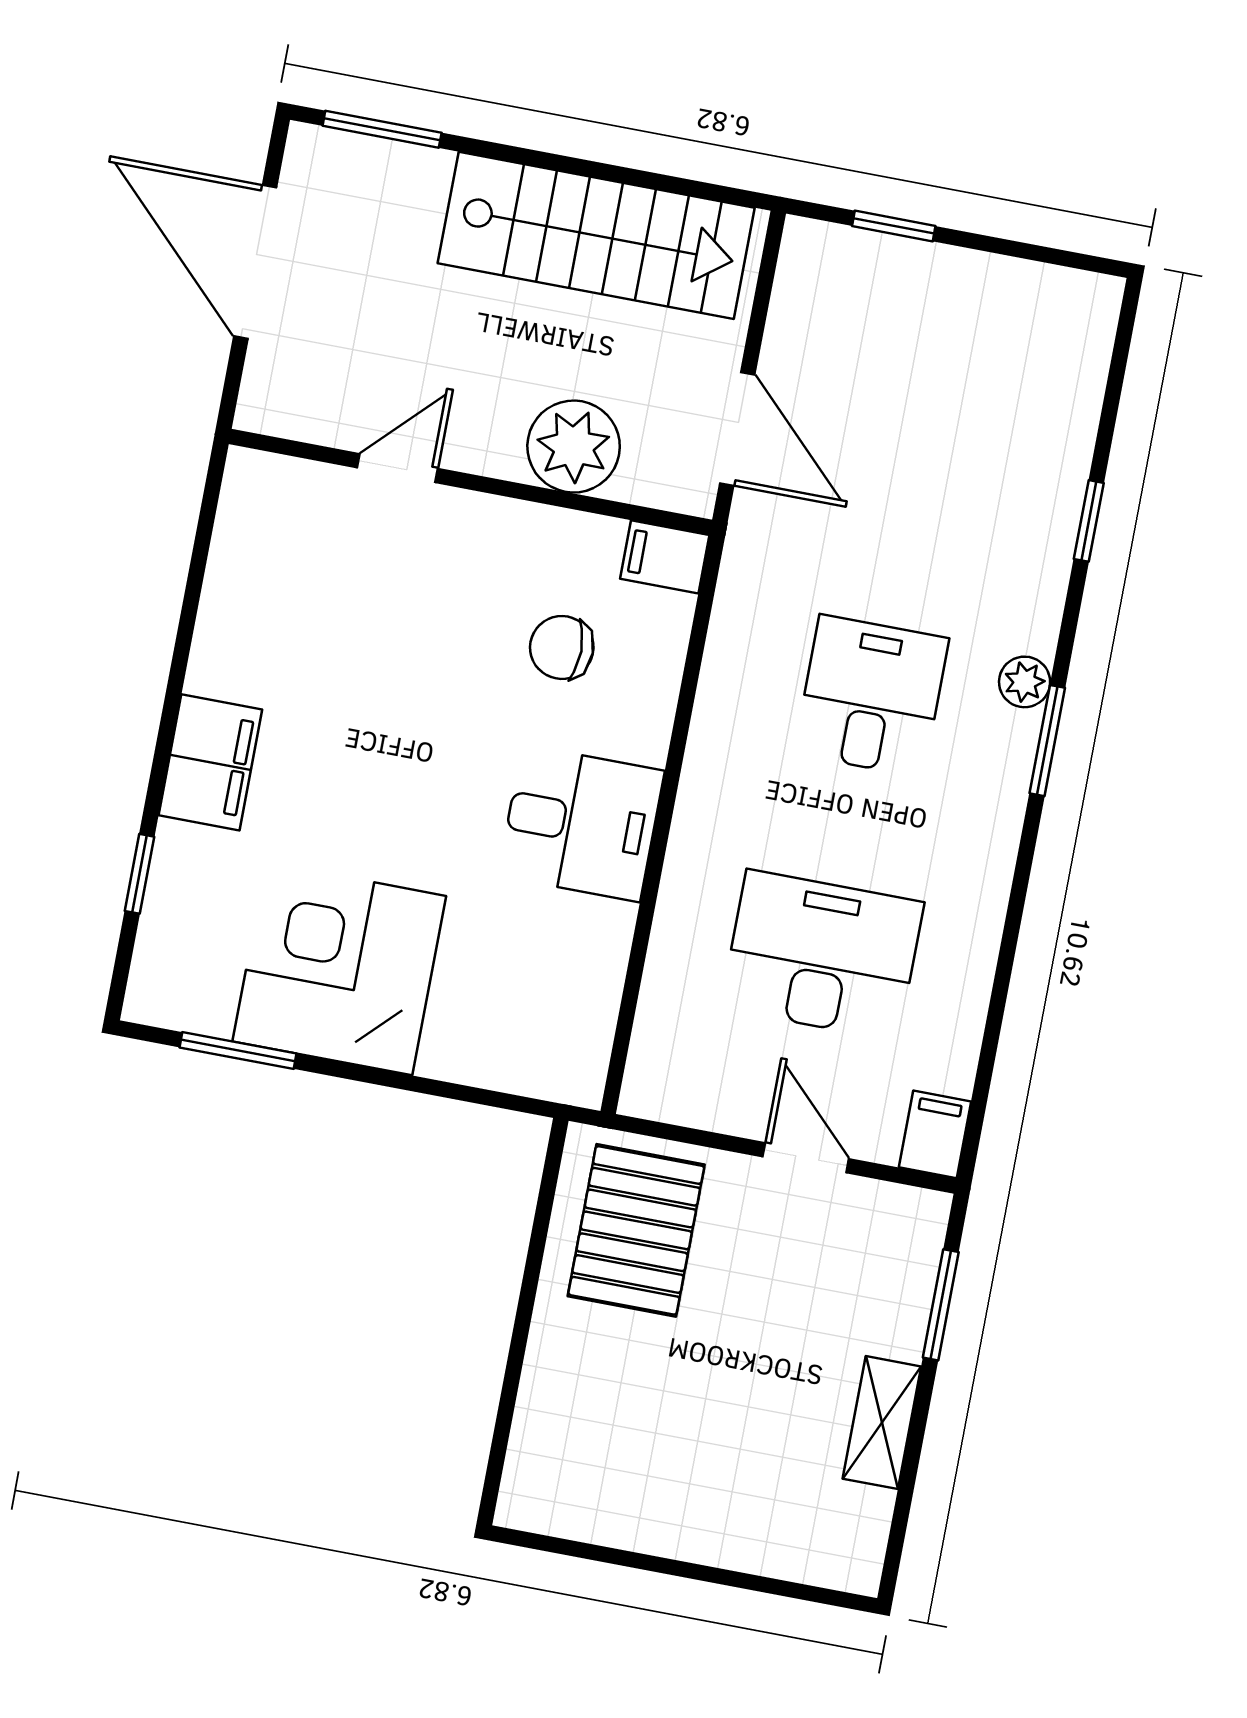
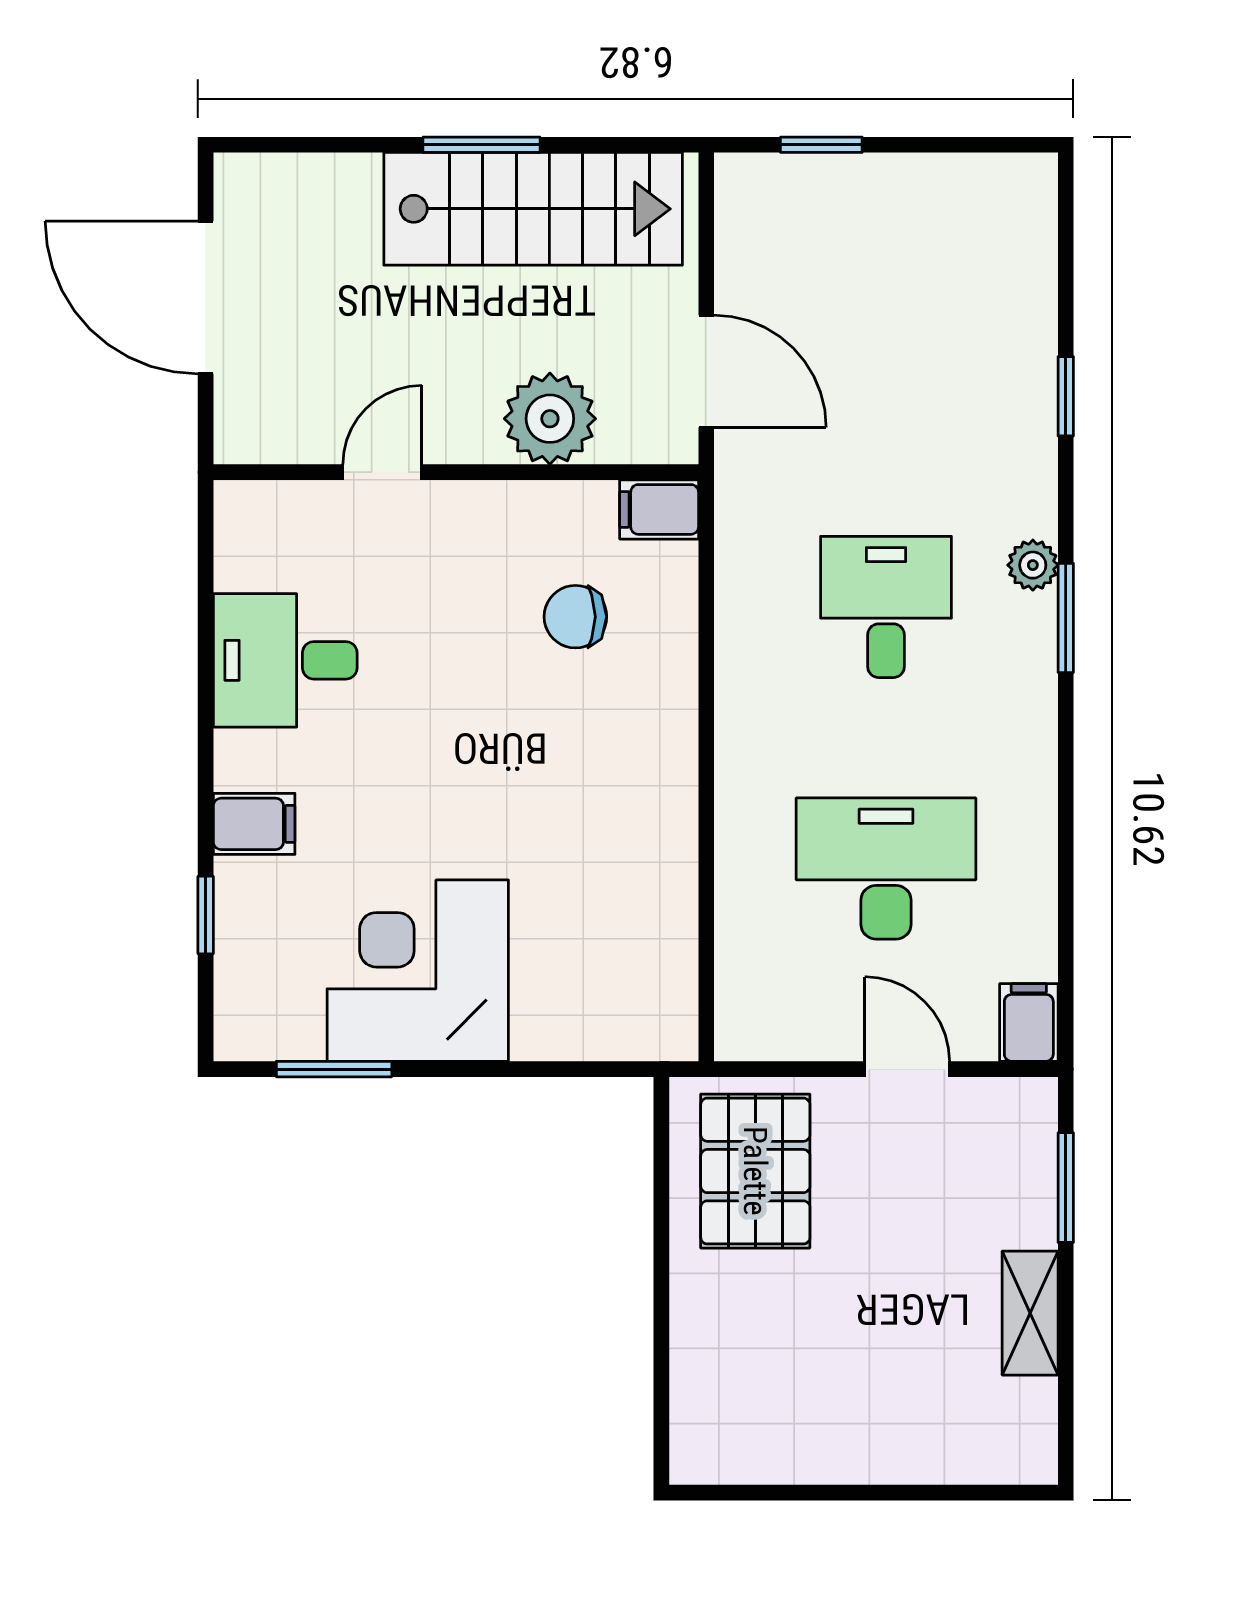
window: (382, 129) -> (482, 145), moved
filing cabinet: (210, 762) -> (254, 824), width x0.50
desk: (581, 823) -> (285, 660), moved, turned 180

